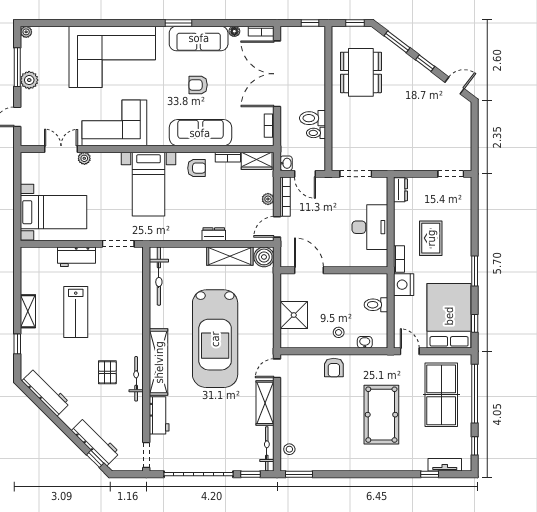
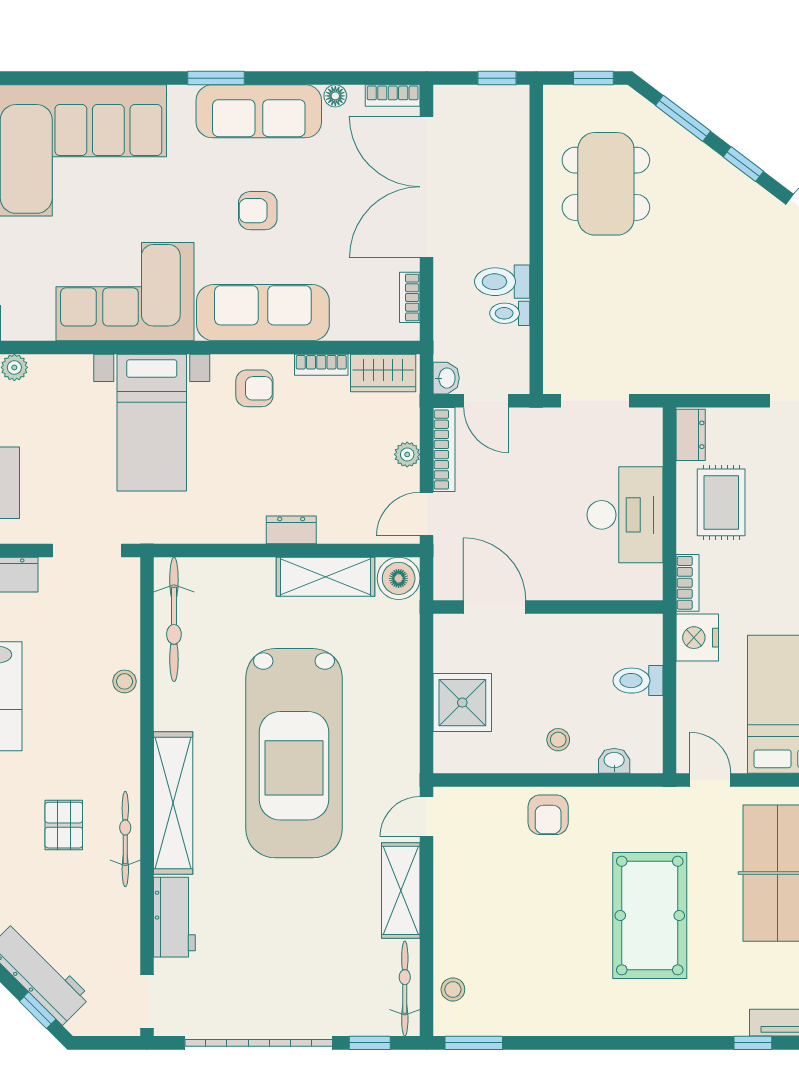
corner sofa: (114, 123) -> (125, 292), moved
rug: (431, 238) -> (721, 502), moved
stool: (136, 305) -> (125, 681), added

